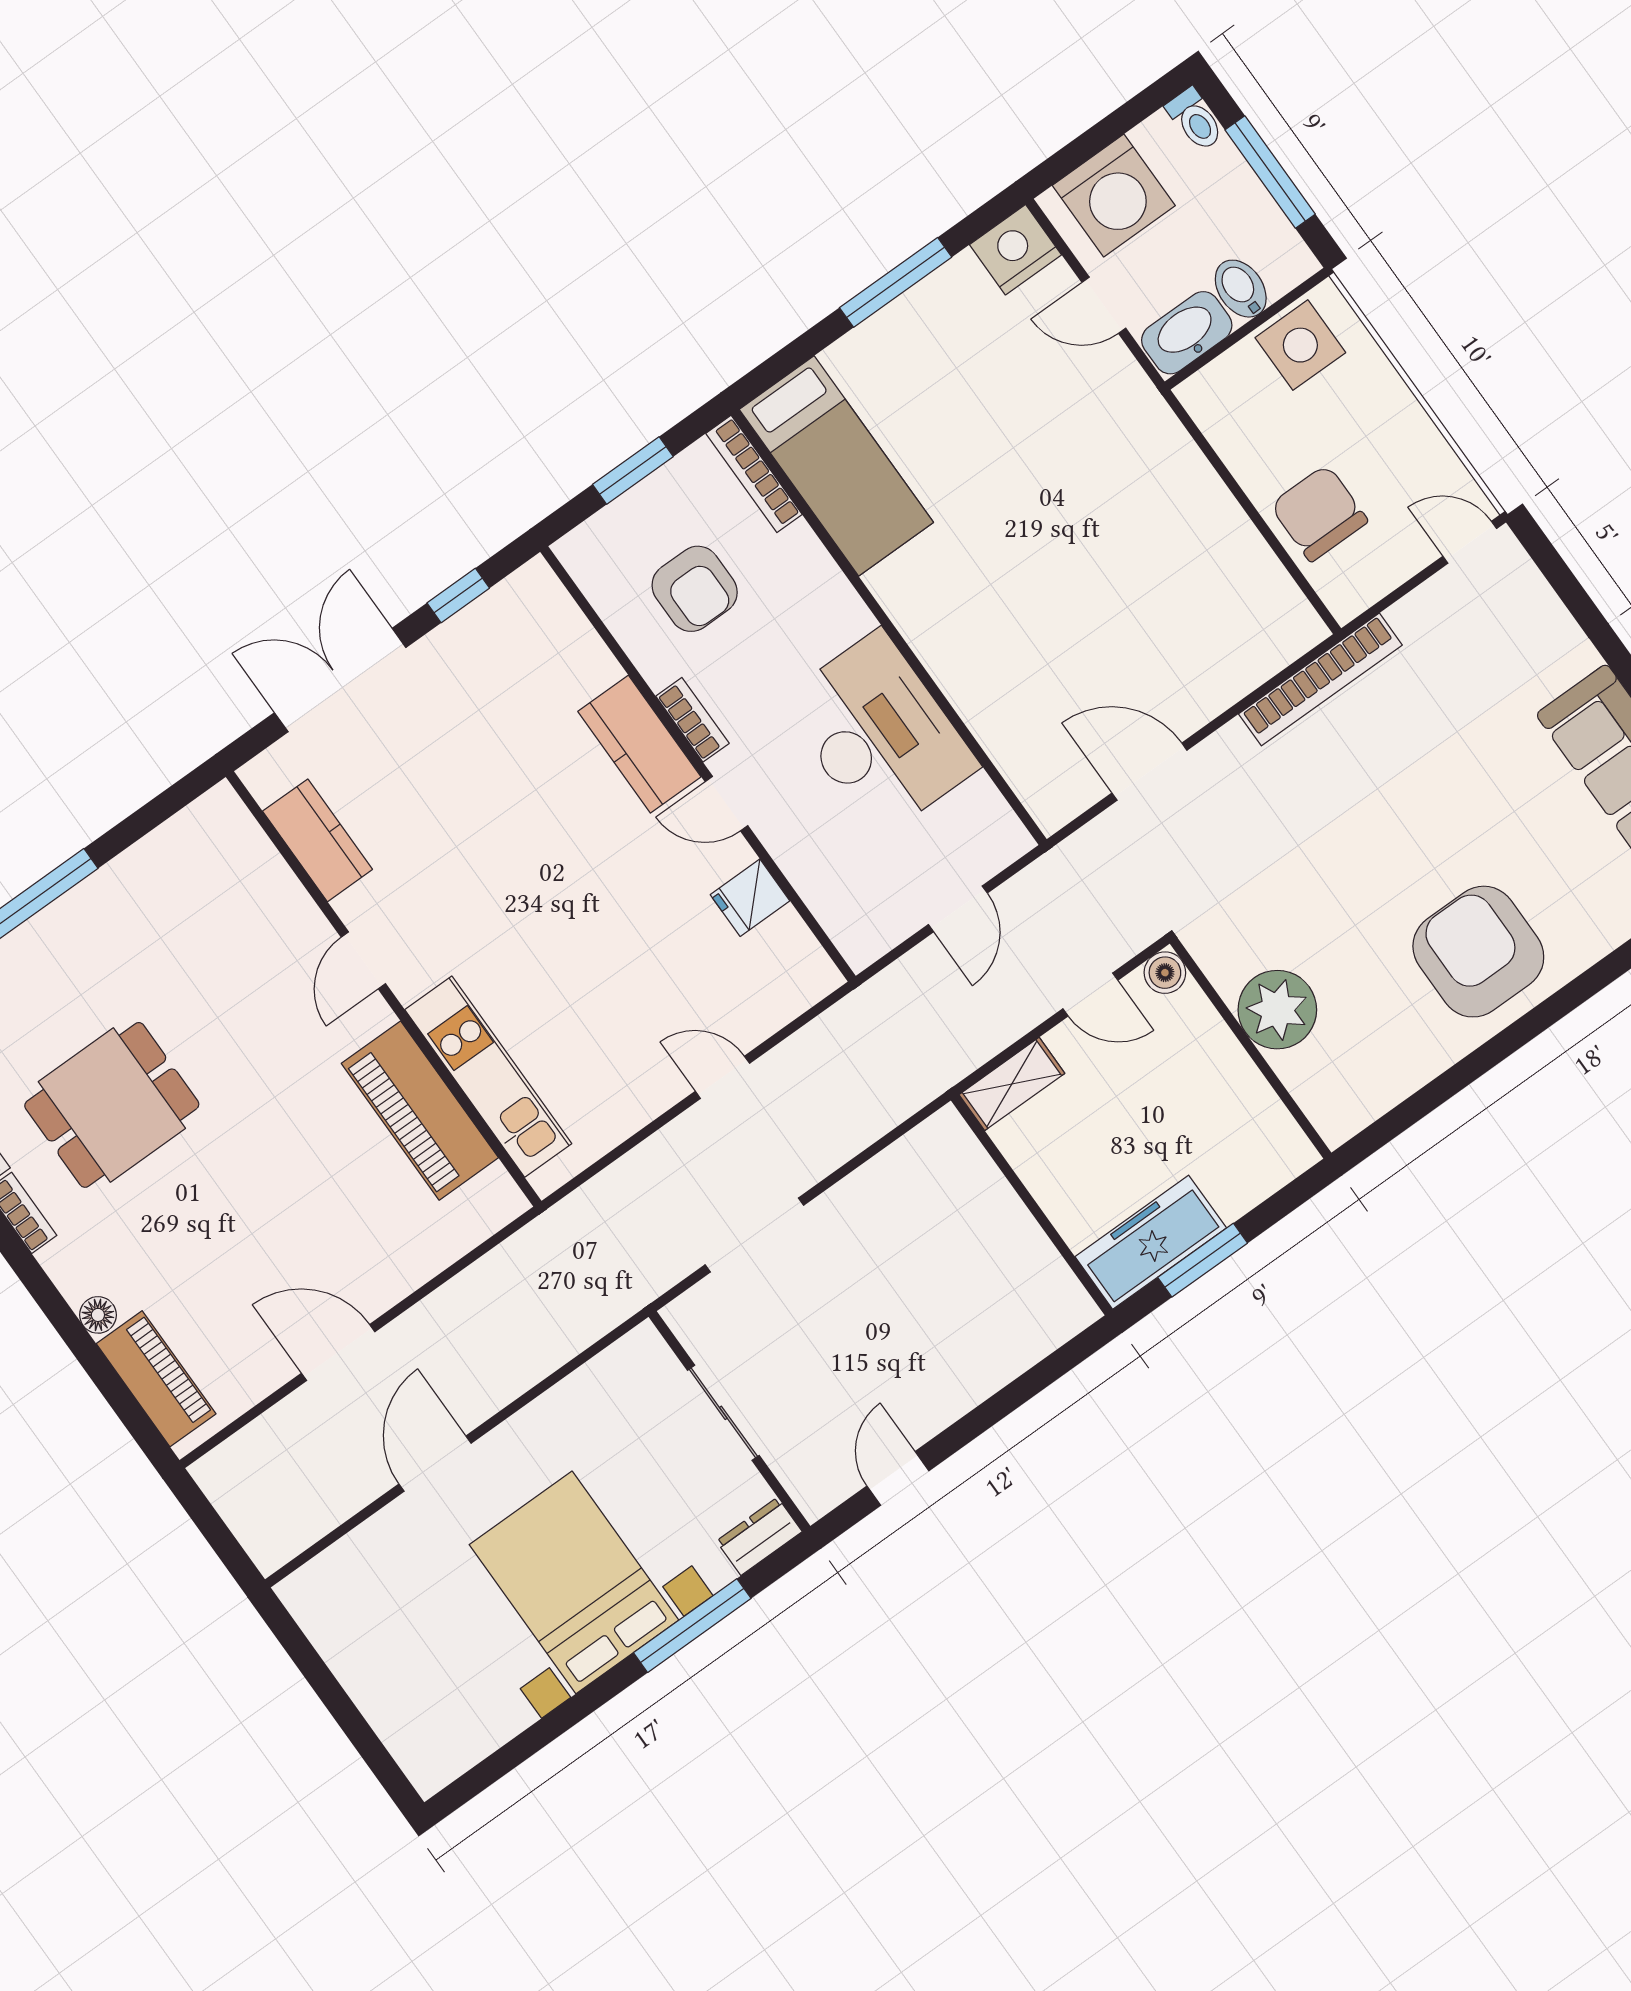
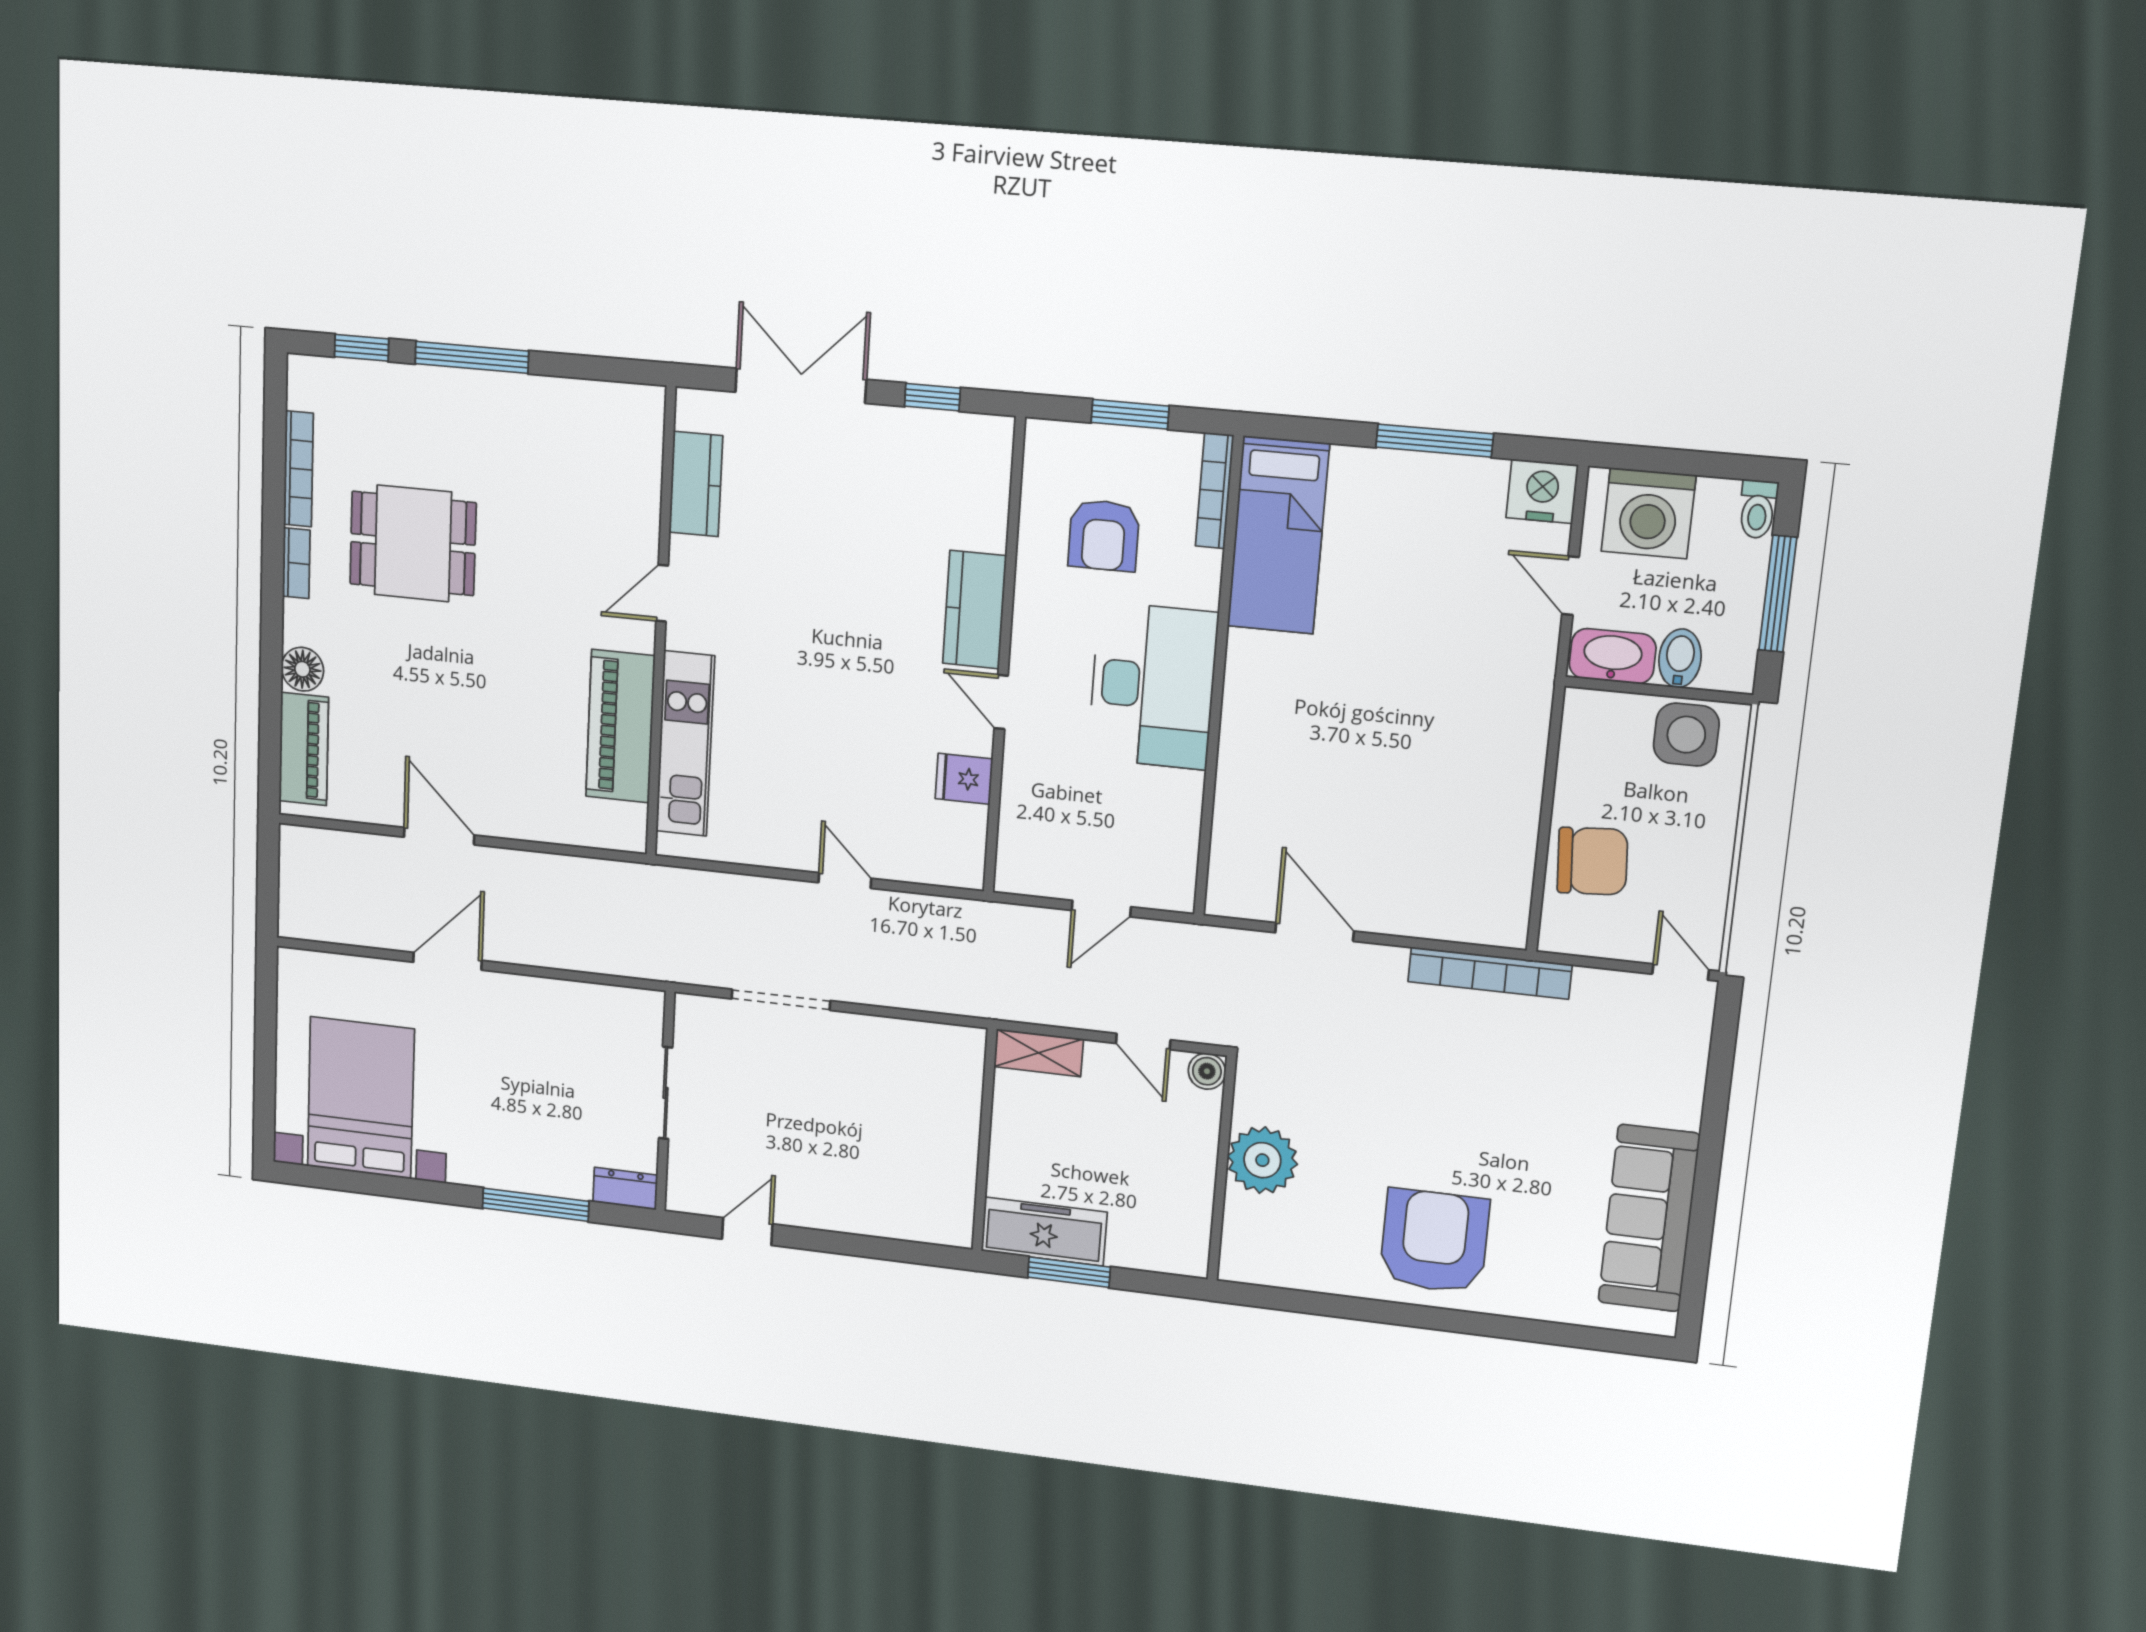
chair: (1319, 513) -> (1592, 861), turned 86
bookcase: (692, 720) -> (1026, 625), removed
desk: (879, 734) -> (1153, 686), moved
floor lamp: (98, 1315) -> (302, 669), width x1.37, depth x1.37
bed with nightstands: (574, 1582) -> (361, 1098), moved

